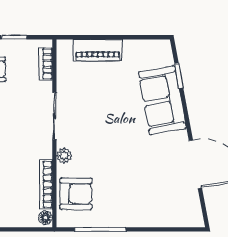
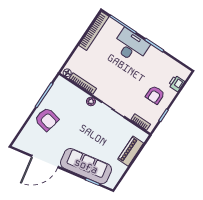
sofa: (162, 100) -> (86, 166), width x1.36
armchair: (76, 194) -> (47, 119), moved, turned -78

